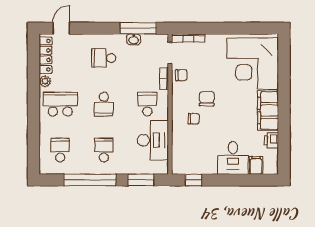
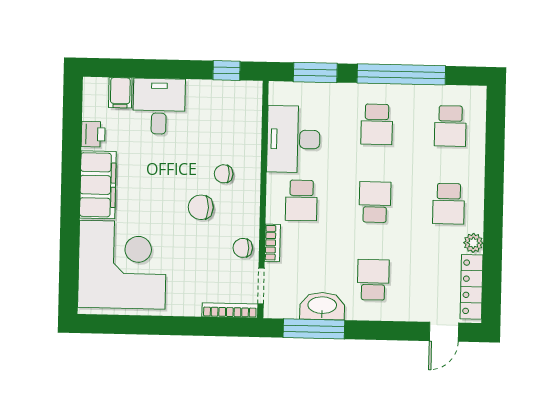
washbasin: (134, 39) -> (322, 306), width x1.91, depth x1.45
school desk: (104, 58) -> (373, 280), turned -90
chair: (207, 99) -> (201, 207), turned 90
school desk: (60, 104) -> (449, 204), width x0.54

